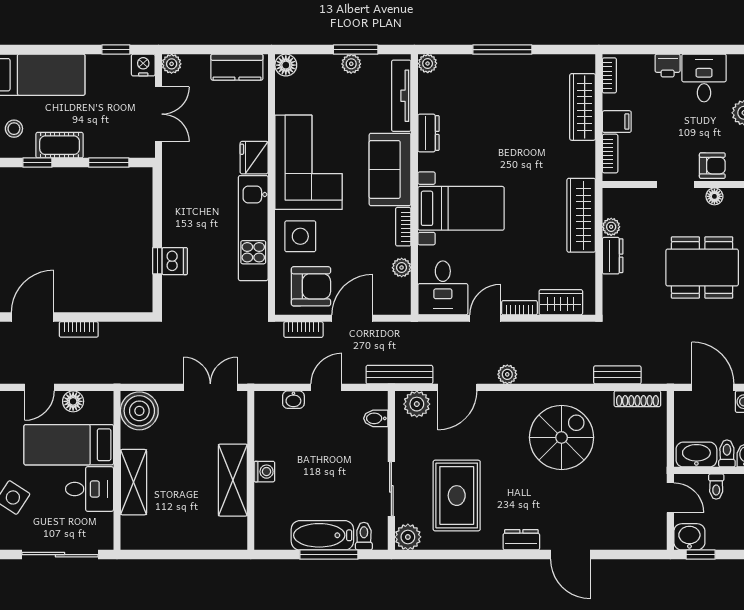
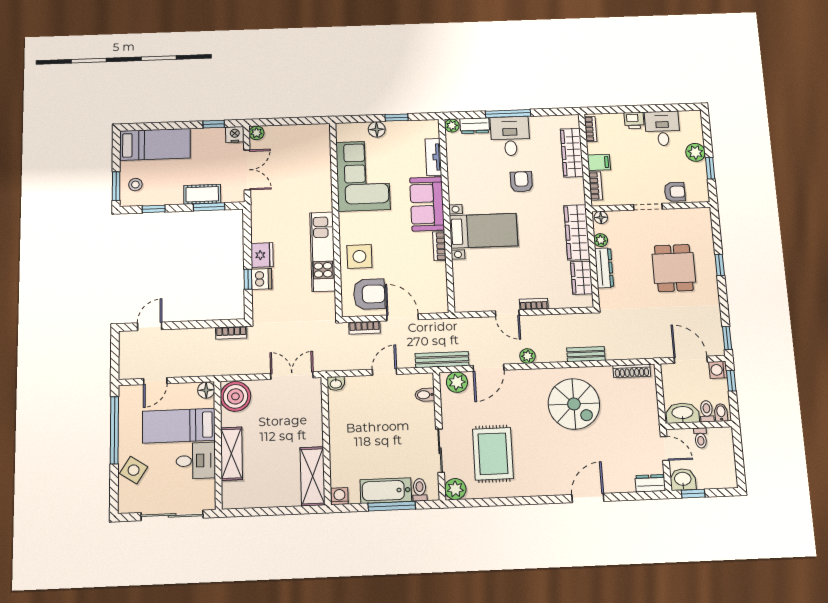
window: (356, 50) -> (397, 118), width x0.67
plant: (351, 64) -> (394, 128), removed
floor lamp: (286, 65) -> (377, 129), moved
kitchen counter: (237, 67) -> (307, 133), removed
tv unit: (401, 96) -> (433, 157), width x0.71
dresser: (428, 133) -> (475, 126), moved, turned 90
armchair: (514, 144) -> (521, 182), added
cot: (60, 145) -> (202, 194), moved
fridge: (254, 158) -> (262, 255), moved, turned 180
corner sofa: (309, 162) -> (363, 176), moved
floor lamp: (714, 196) -> (601, 217), moved
dresser: (613, 256) -> (604, 268), width x1.44
dining table: (702, 267) -> (674, 268), width x0.73
plant: (402, 268) -> (440, 277), removed
desk: (443, 288) -> (510, 136), moved, turned 180
wardrobe: (561, 302) -> (582, 278), moved, turned -90
door: (32, 317) -> (150, 326), width x0.73
door: (352, 318) -> (403, 317), hinge flipped
door: (485, 318) -> (507, 313), swing flipped
bookcase: (79, 329) -> (231, 333), moved
bench: (617, 375) -> (586, 354), moved
washbasin: (293, 400) -> (336, 384), moved
floor lamp: (73, 401) -> (206, 390), moved
spiral stairs: (562, 437) -> (574, 404), turned 90
washing machine: (264, 472) -> (339, 496), moved, turned -90
shelving: (233, 480) -> (313, 476), moved
dresser: (521, 540) -> (650, 483), moved
door: (570, 555) -> (588, 498), swing flipped

